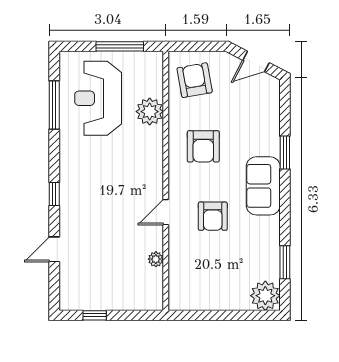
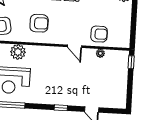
armchair: (213, 216) -> (99, 34), moved
window: (95, 315) -> (131, 62), moved

